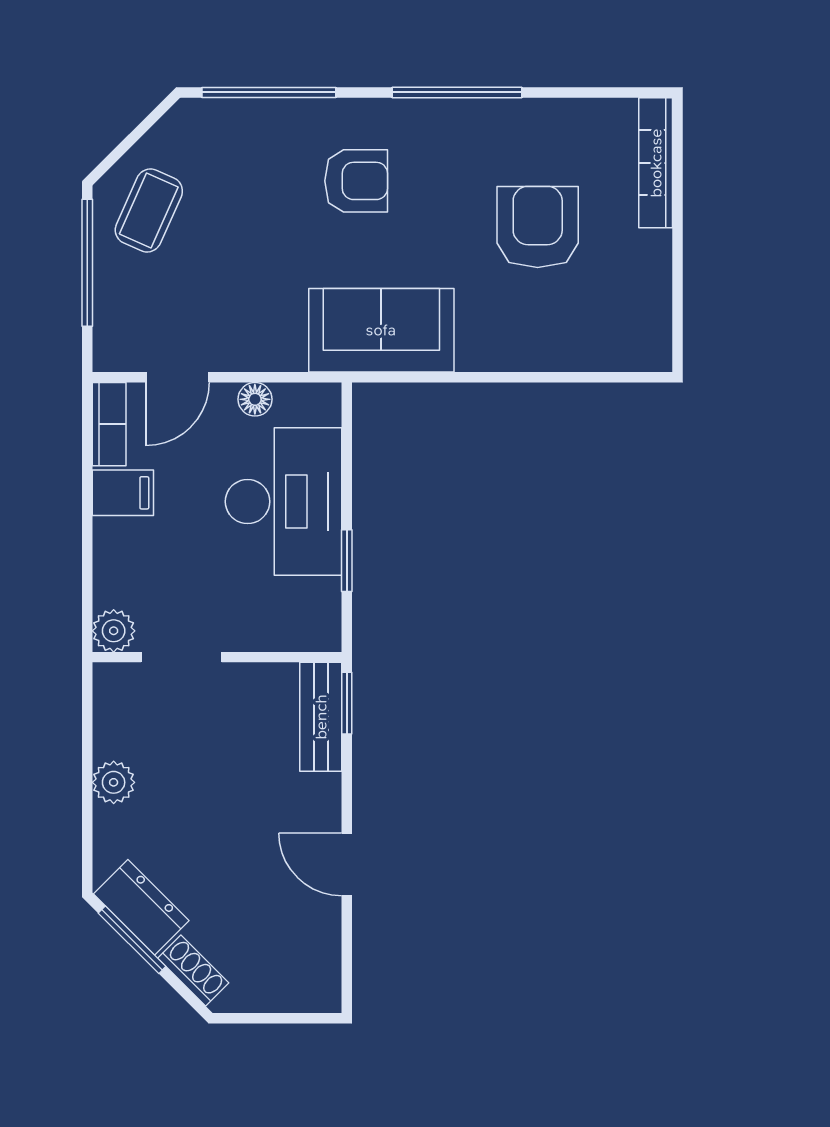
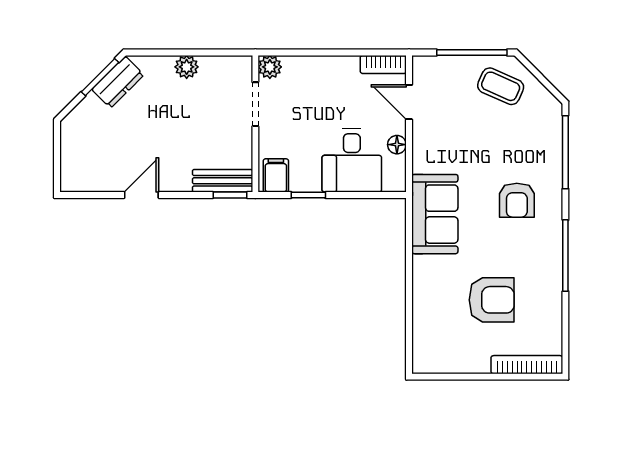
filing cabinet: (123, 493) -> (276, 175), moved, turned 180
desk: (284, 502) -> (352, 160), width x0.73
shoe rack: (193, 970) -> (83, 111), removed

